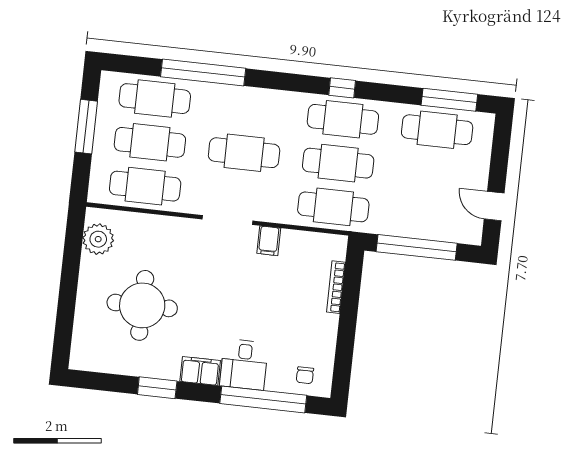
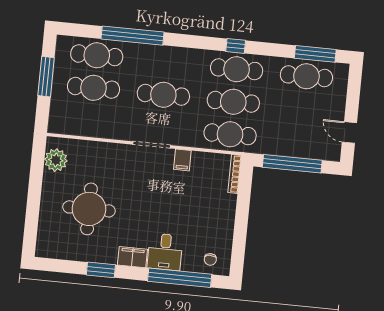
cafe table: (145, 186) -> (90, 120), removed
bookcase: (336, 287) -> (235, 174), moved

